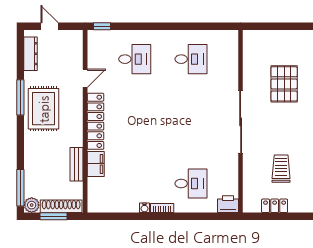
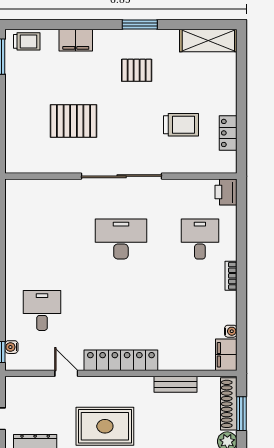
water cooler: (106, 35) -> (11, 347), added
desk: (191, 59) -> (121, 239), moved, width x1.37
filing cabinet: (96, 164) -> (226, 355), moved, turned -90
trolley: (281, 169) -> (181, 125), turned 180
water cooler: (144, 208) -> (231, 331), moved

